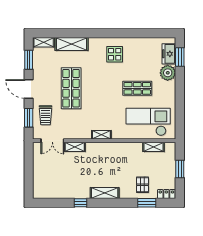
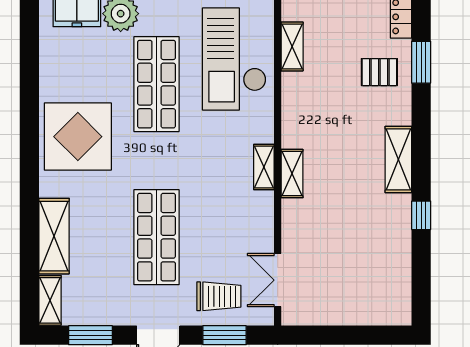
display table: (115, 54) -> (78, 137), width x1.86, depth x1.86
shop shelf: (71, 88) -> (157, 237), turned 90
shop shelf: (137, 88) -> (157, 84), width x1.43, depth x1.36
double door: (52, 141) -> (278, 280), swing flipped
shelving: (75, 147) -> (292, 174), moved

